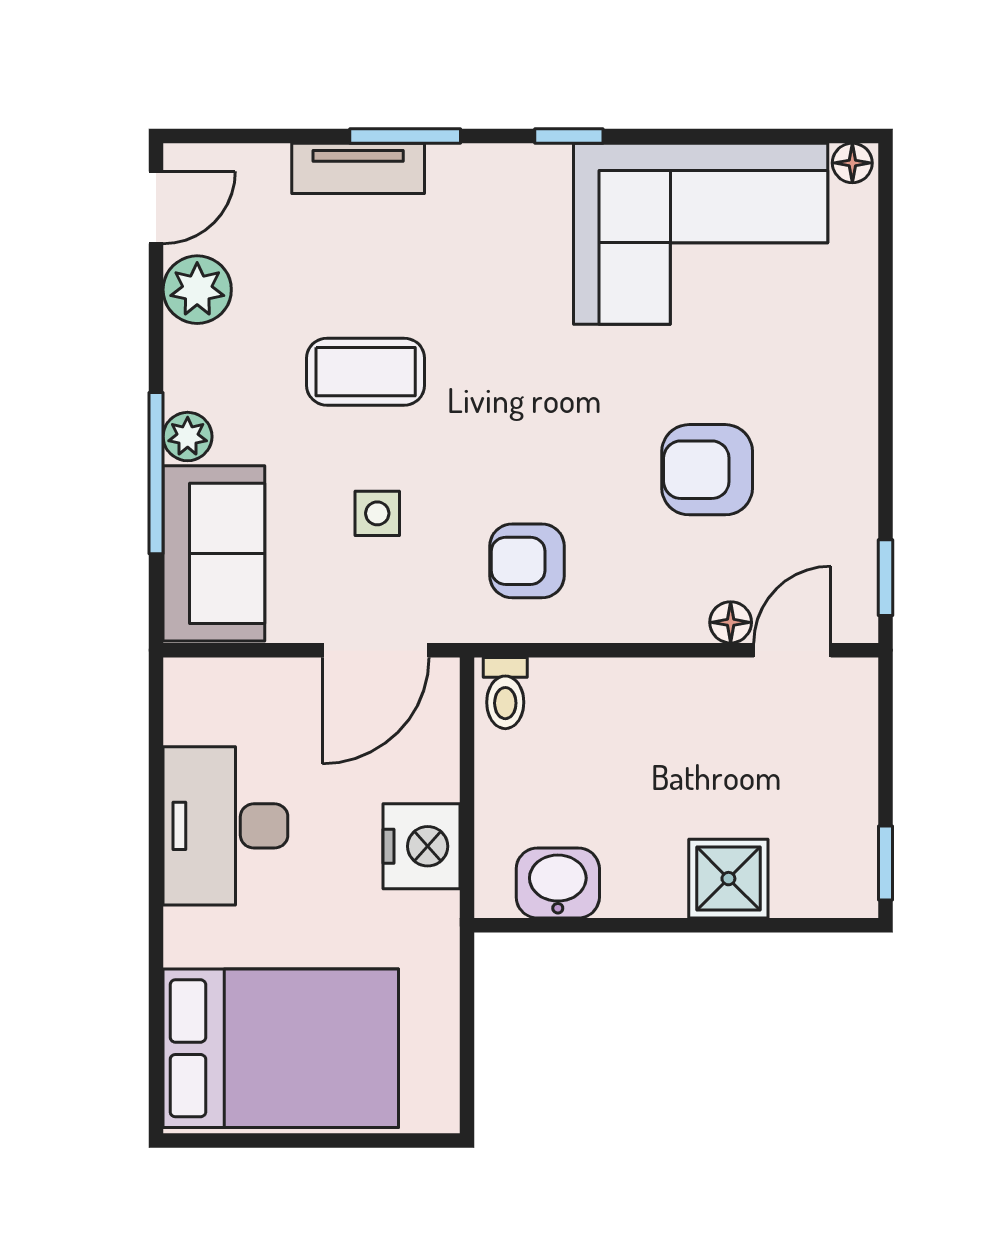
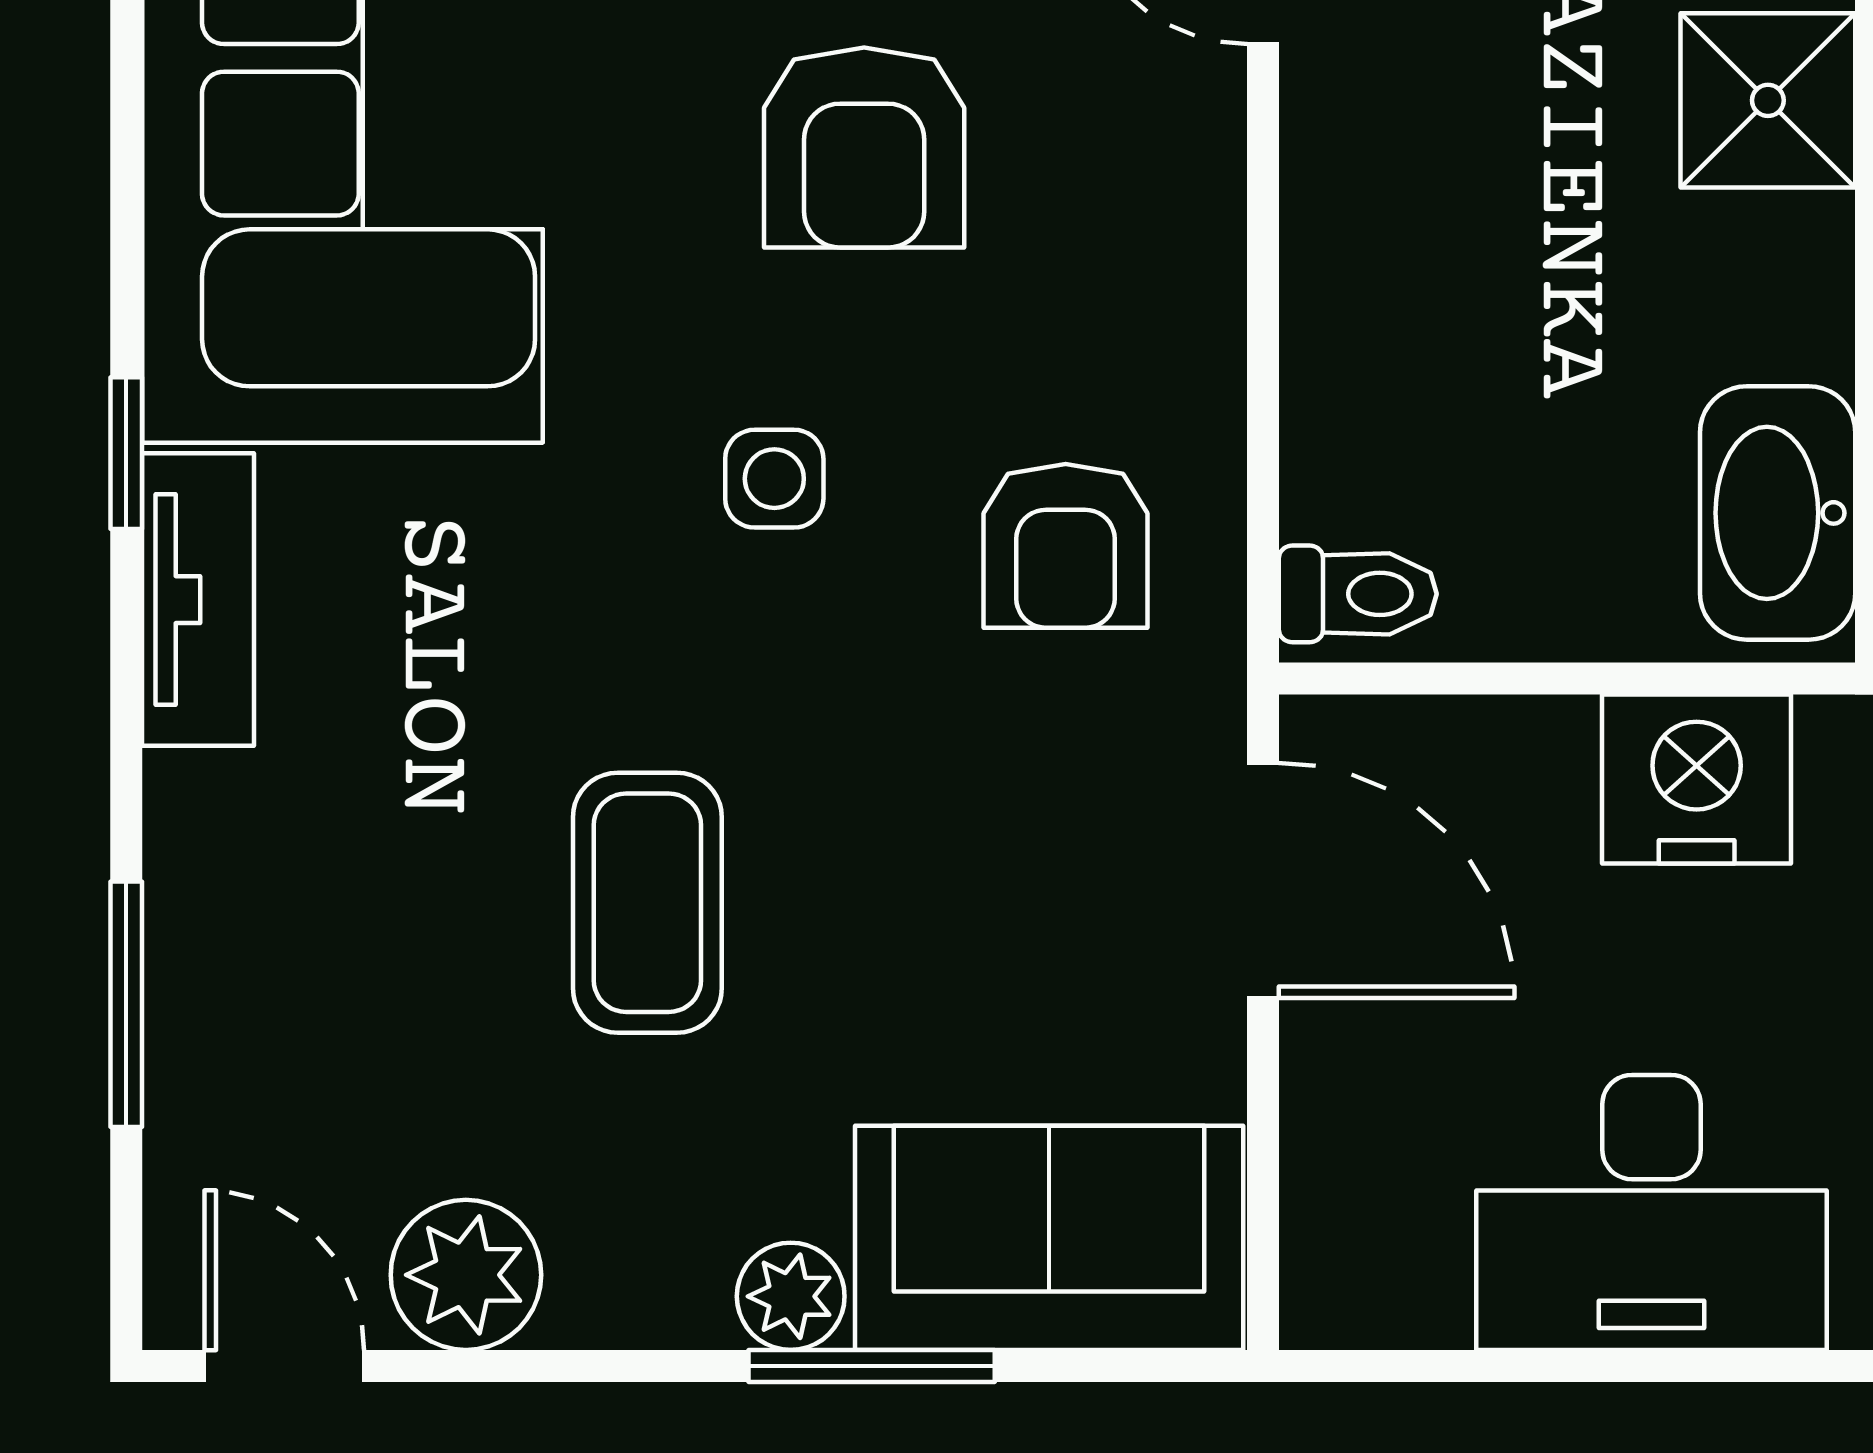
window: (405, 136) -> (126, 1004), moved
tv unit: (358, 168) -> (198, 600), moved
window: (156, 473) -> (872, 1366), width x0.69
side table: (377, 513) -> (774, 479), moved
floor lamp: (731, 622) -> (1201, 96), removed
washbasin: (558, 883) -> (1778, 513), width x1.38

